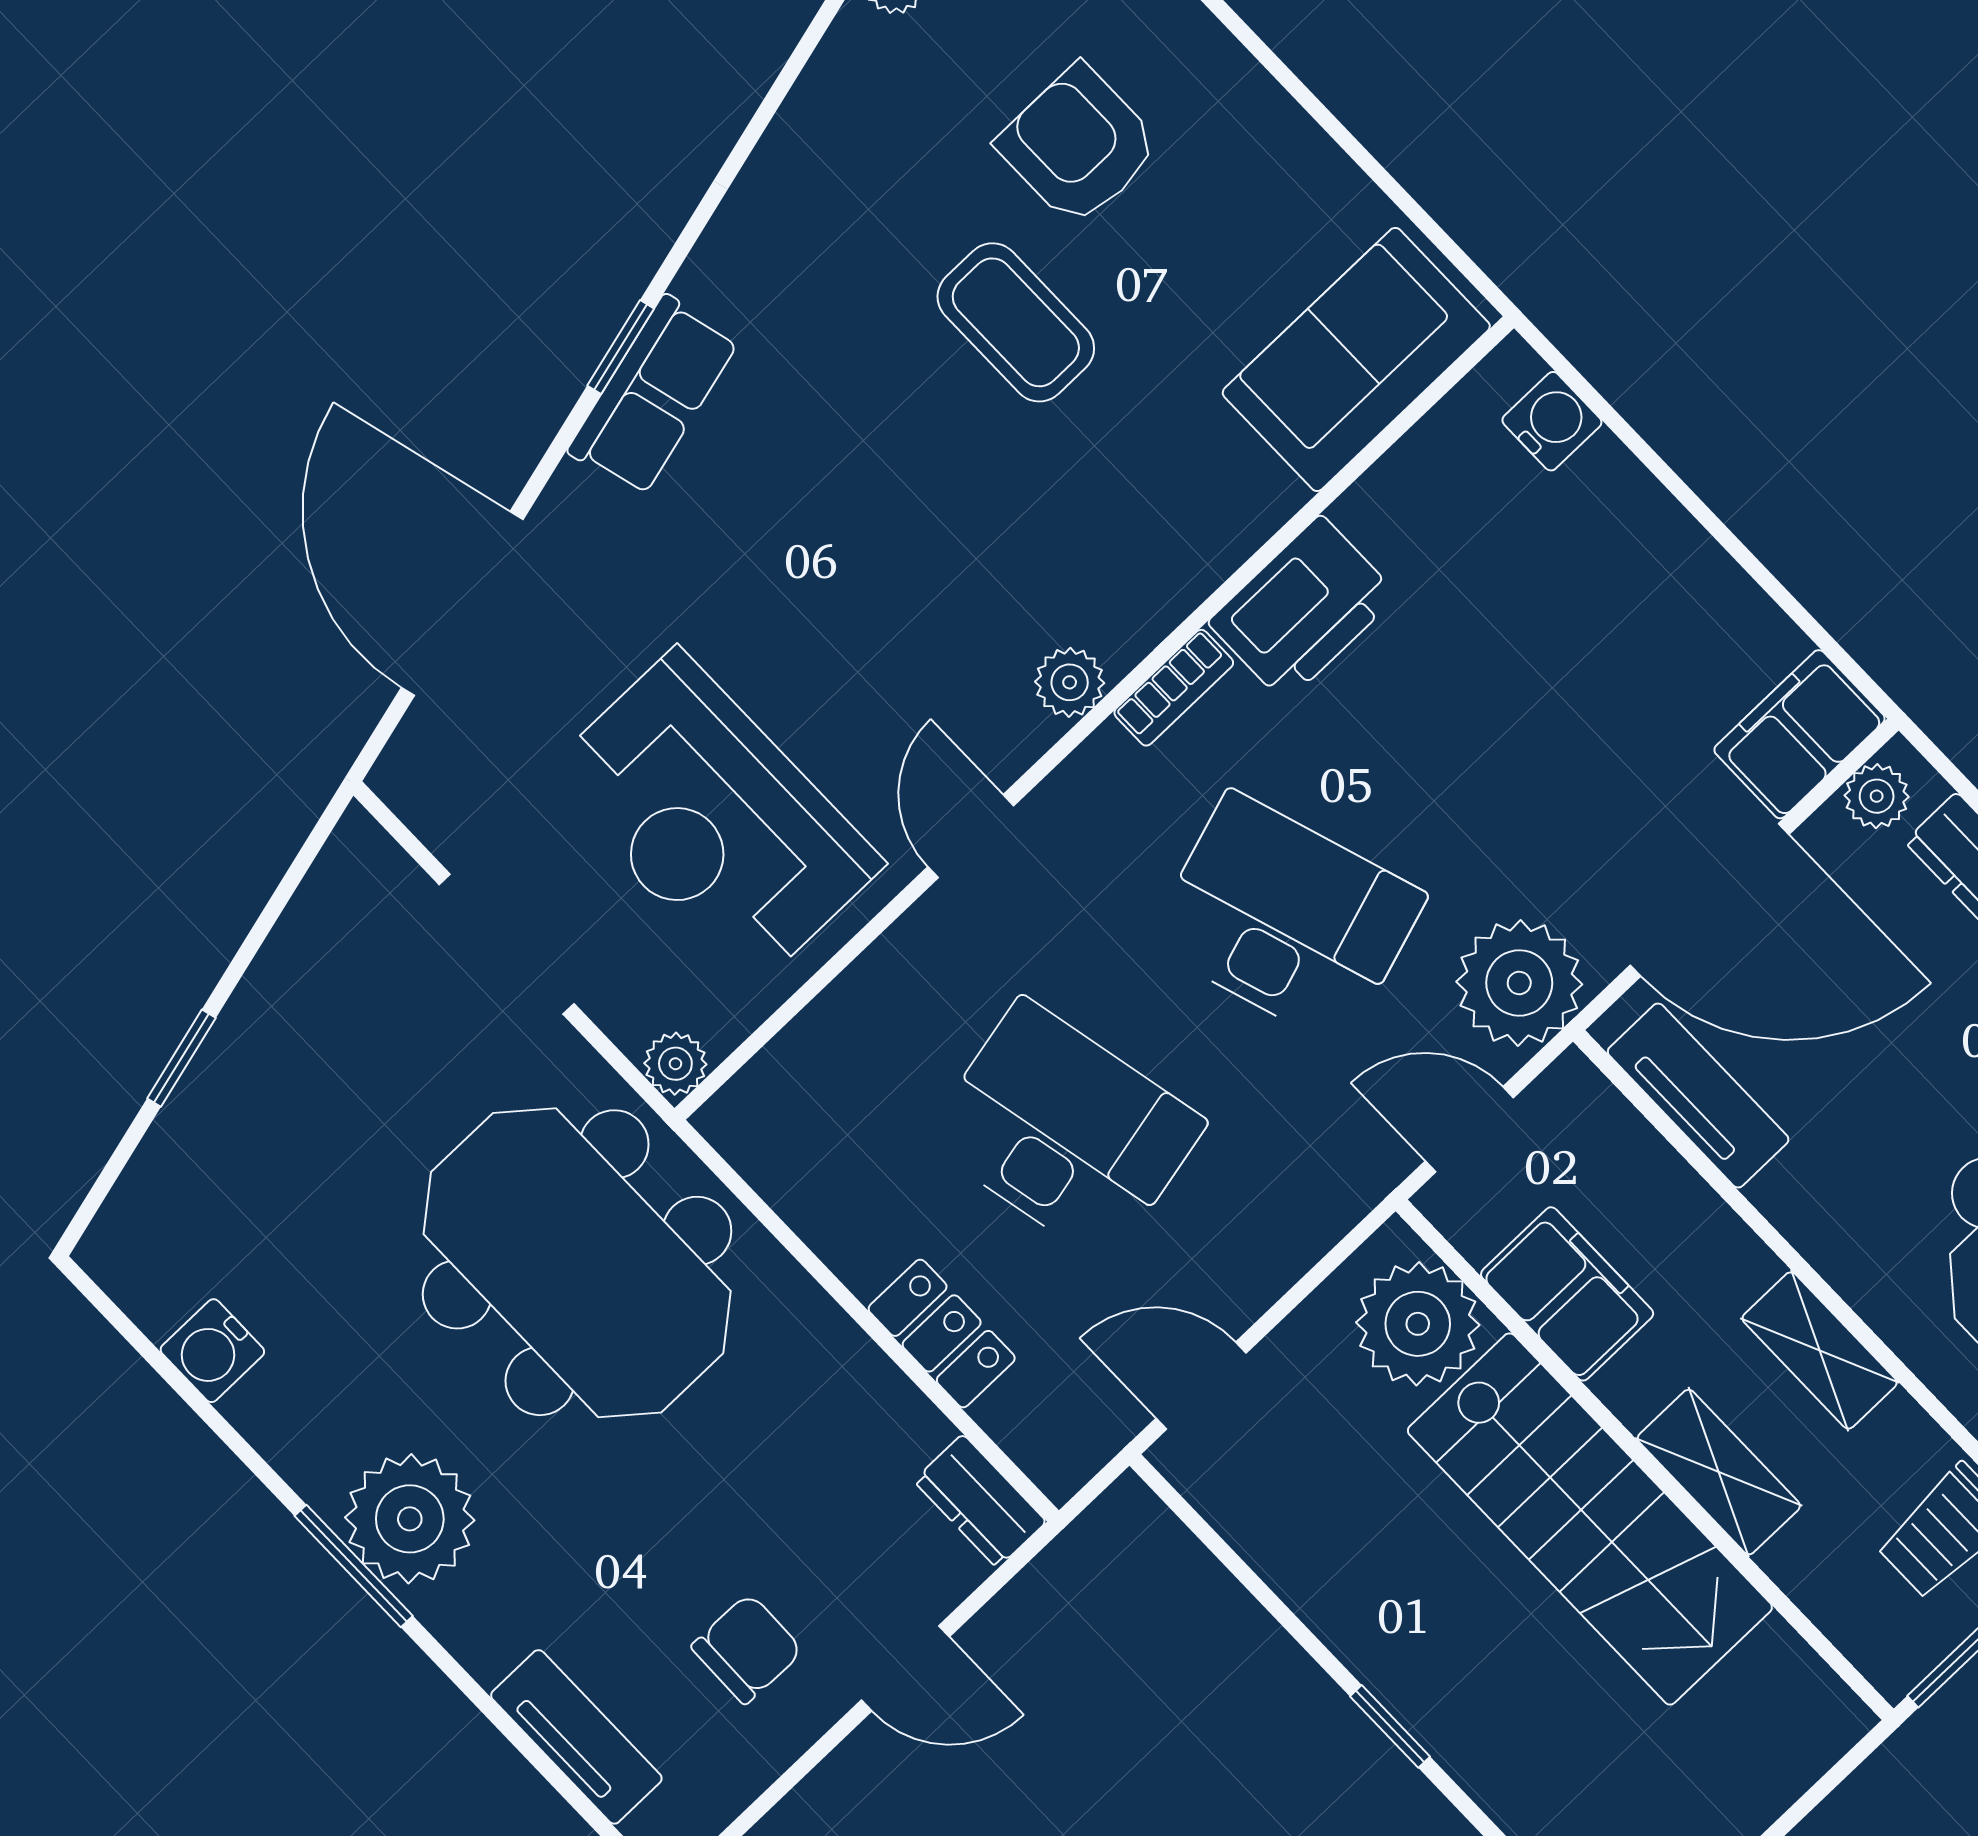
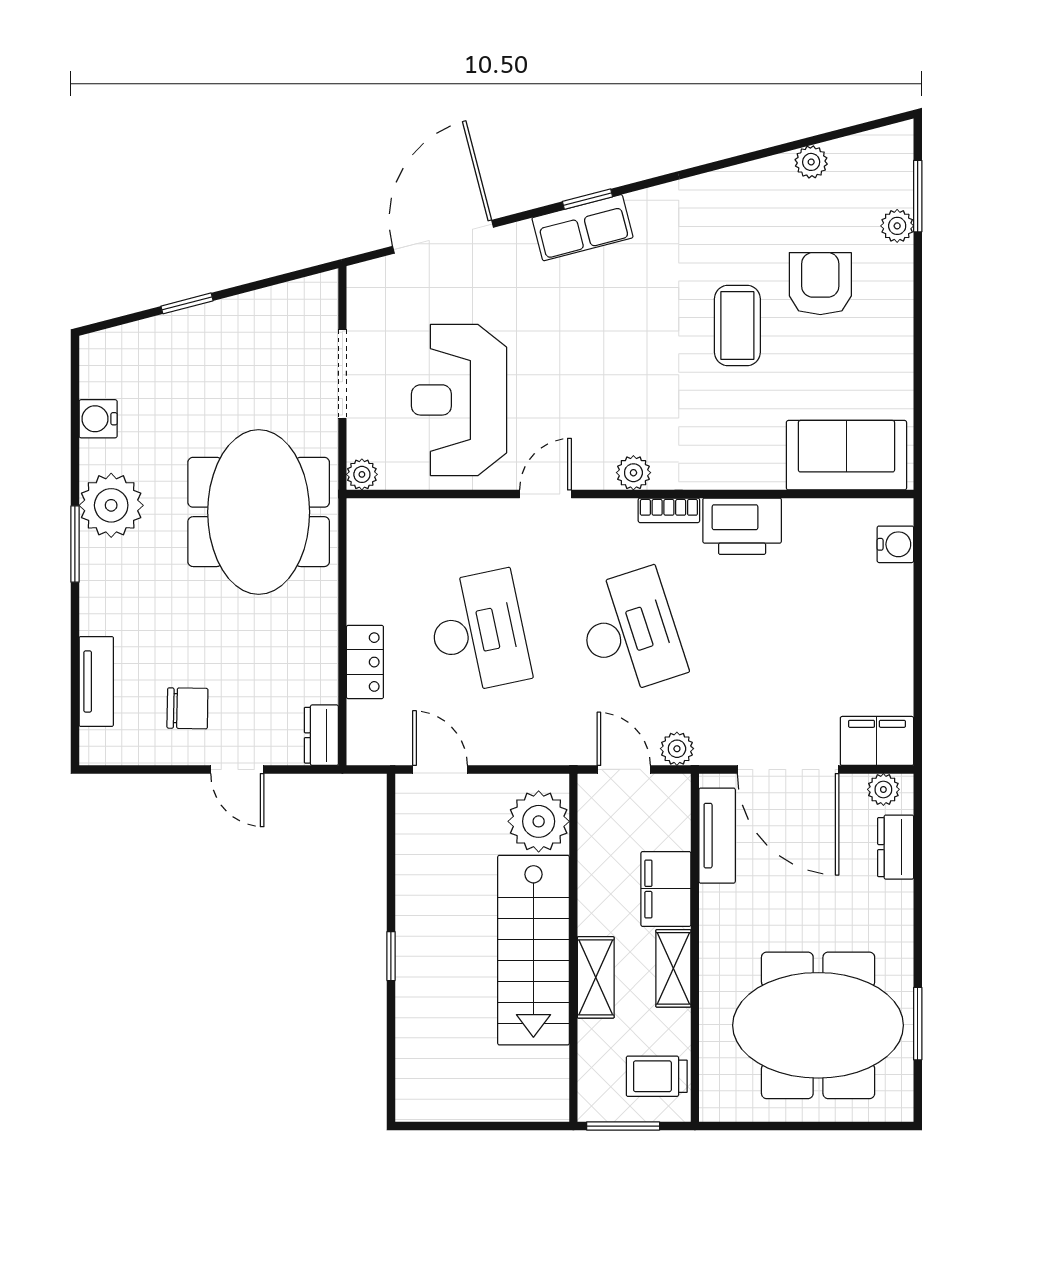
plant: (1519, 983) -> (677, 749), width x0.53, depth x0.53
filing cabinet: (1567, 1294) -> (666, 889), moved, turned 180
plant: (410, 1519) -> (111, 505), moved

